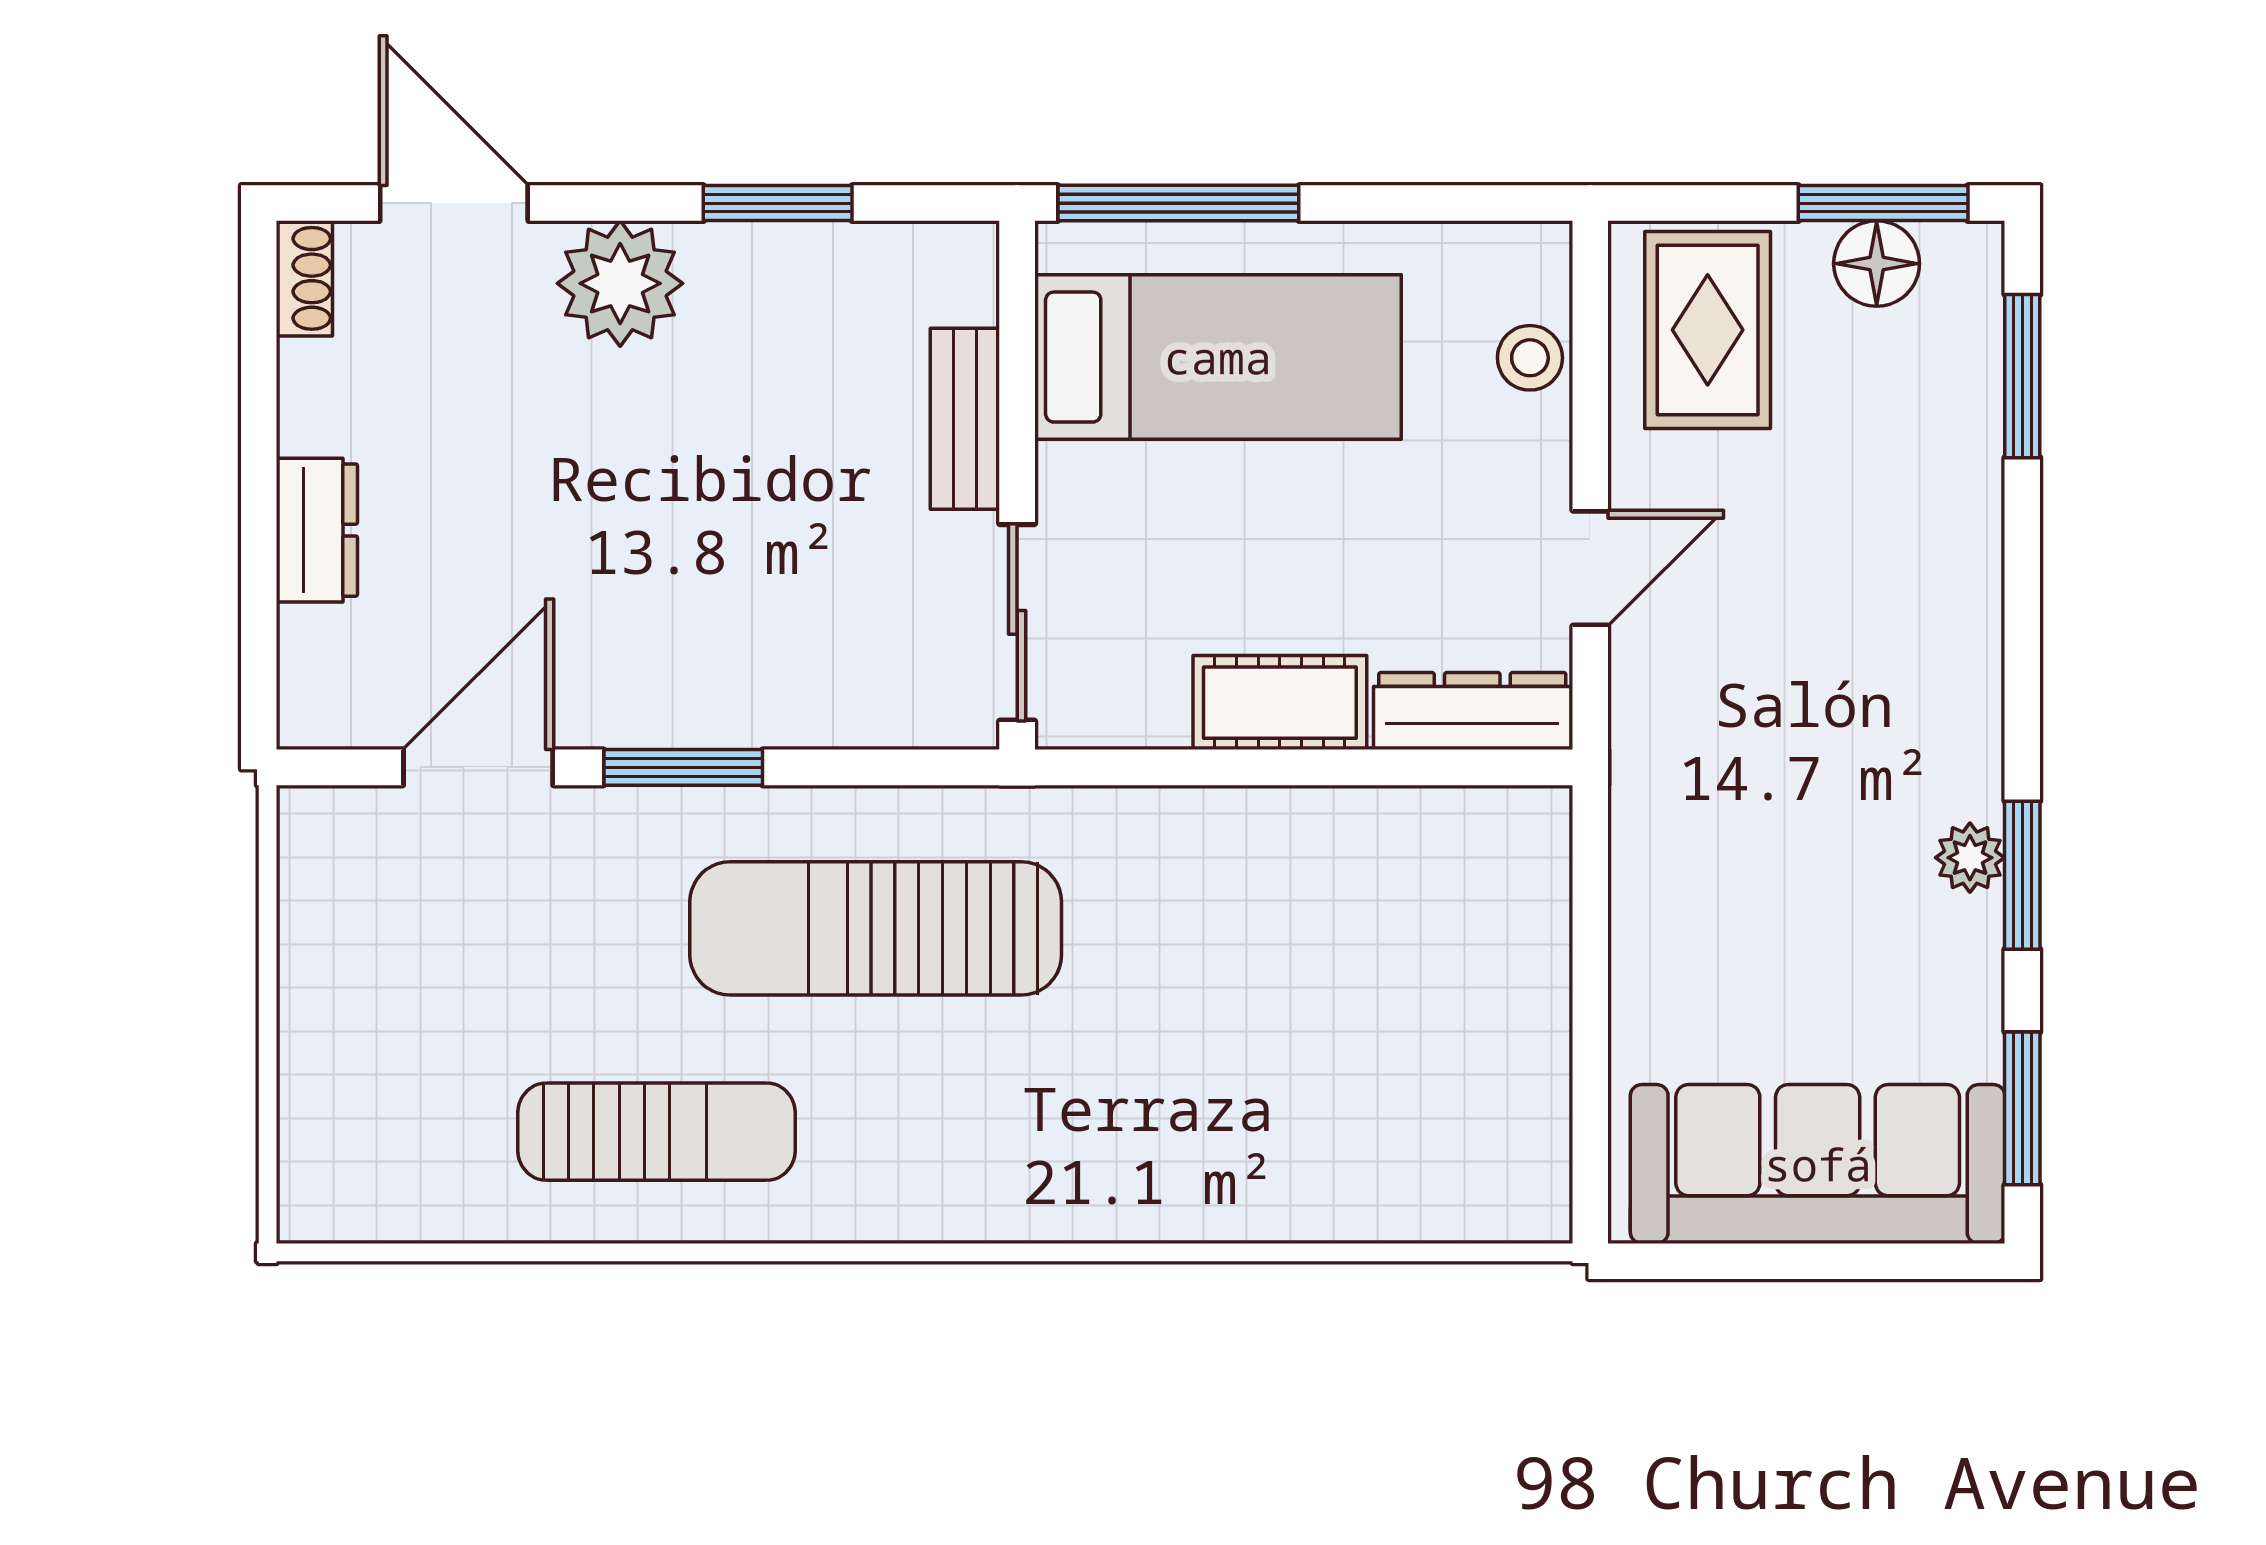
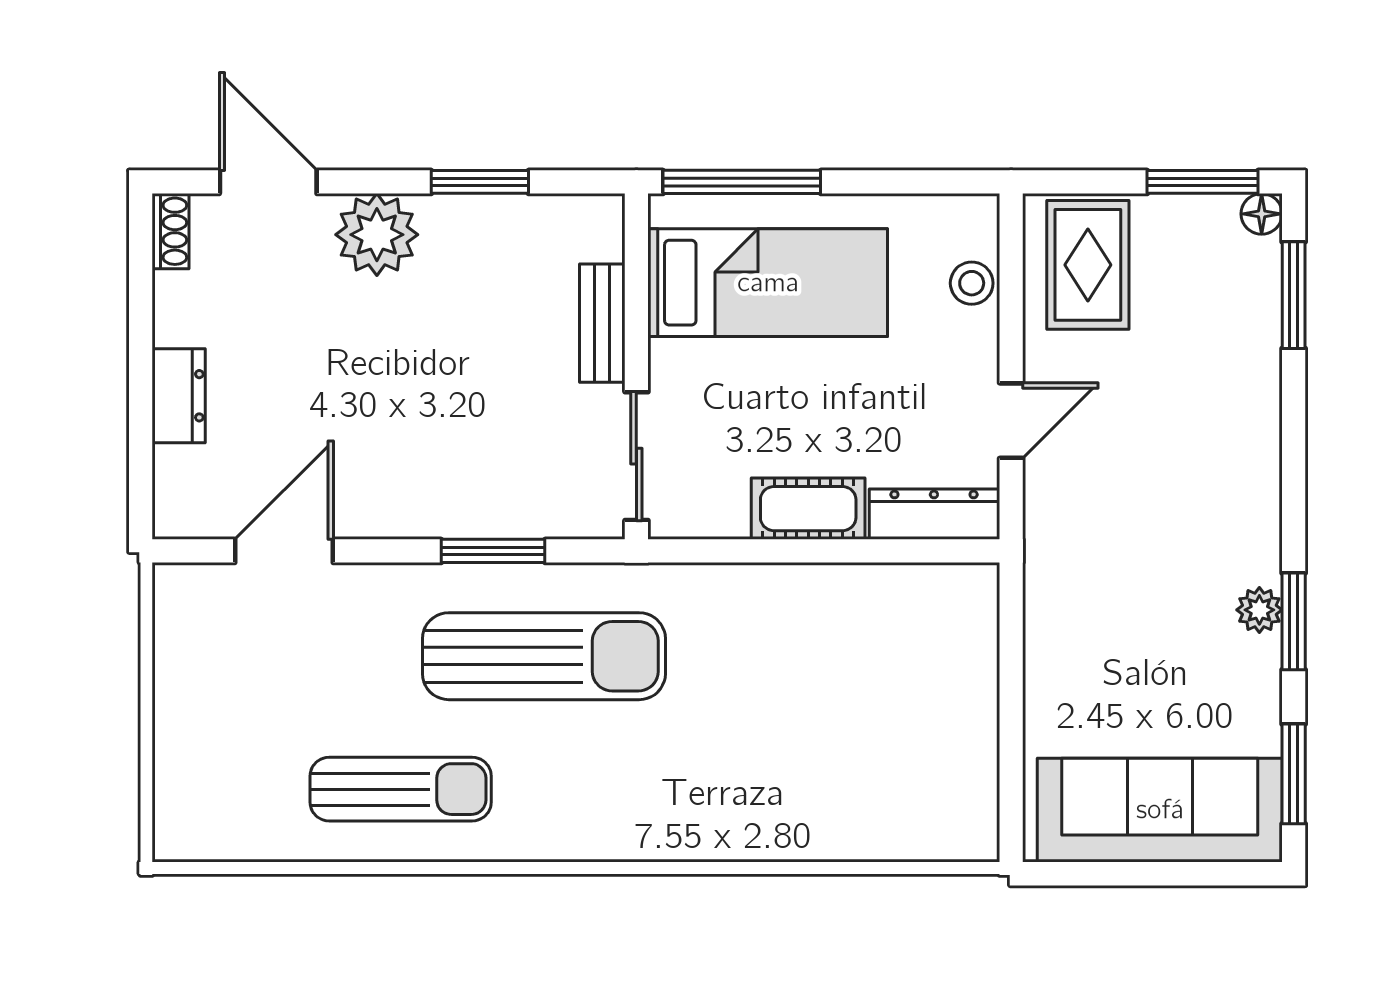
floor lamp: (1877, 264) -> (1262, 214), moved, width x0.73, depth x0.73
window: (683, 767) -> (493, 551), moved
sun lounger: (876, 928) -> (544, 656), turned 180

